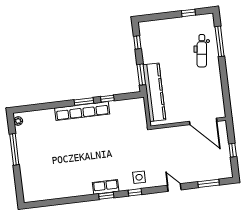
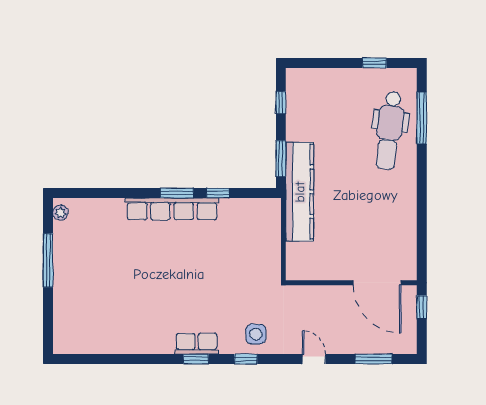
dental chair: (202, 51) -> (389, 131), width x1.36, depth x1.38
door: (203, 121) -> (377, 283), moved
wall: (188, 123) -> (351, 283), moved

